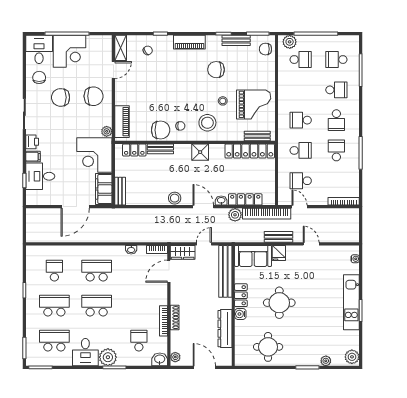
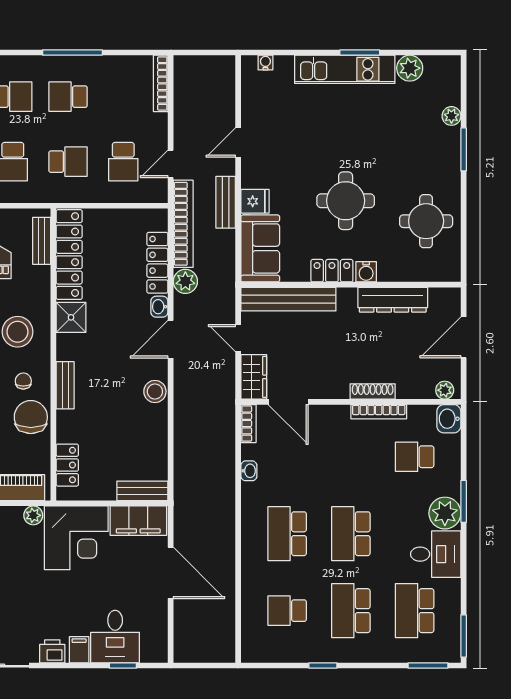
bench: (160, 149) -> (65, 385), moved
school desk: (301, 150) -> (68, 162), turned 90
shower: (200, 152) -> (71, 317), moved
plant: (352, 357) -> (410, 68), moved

